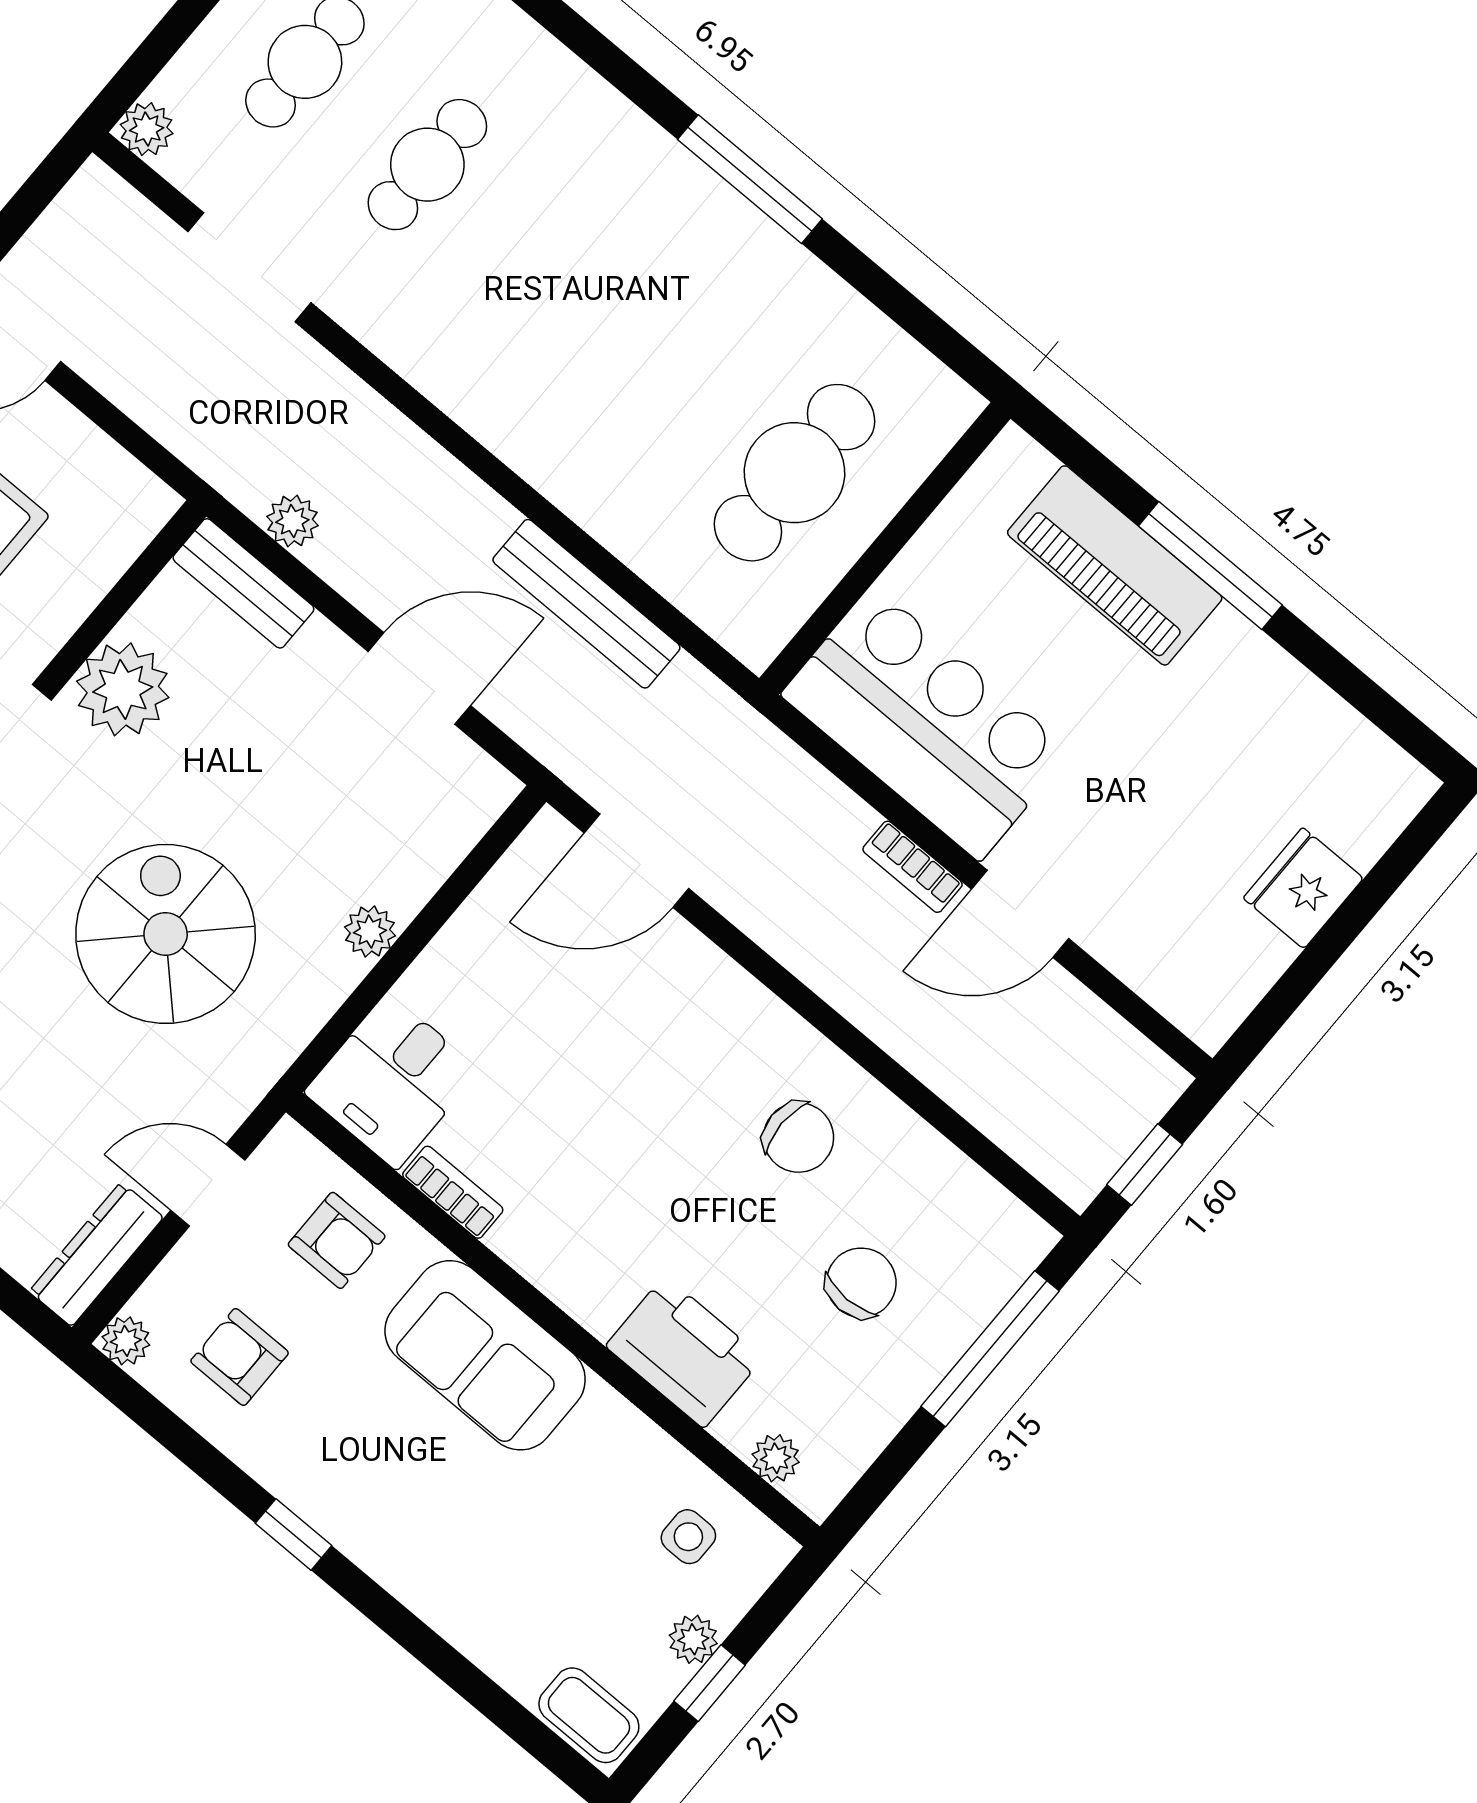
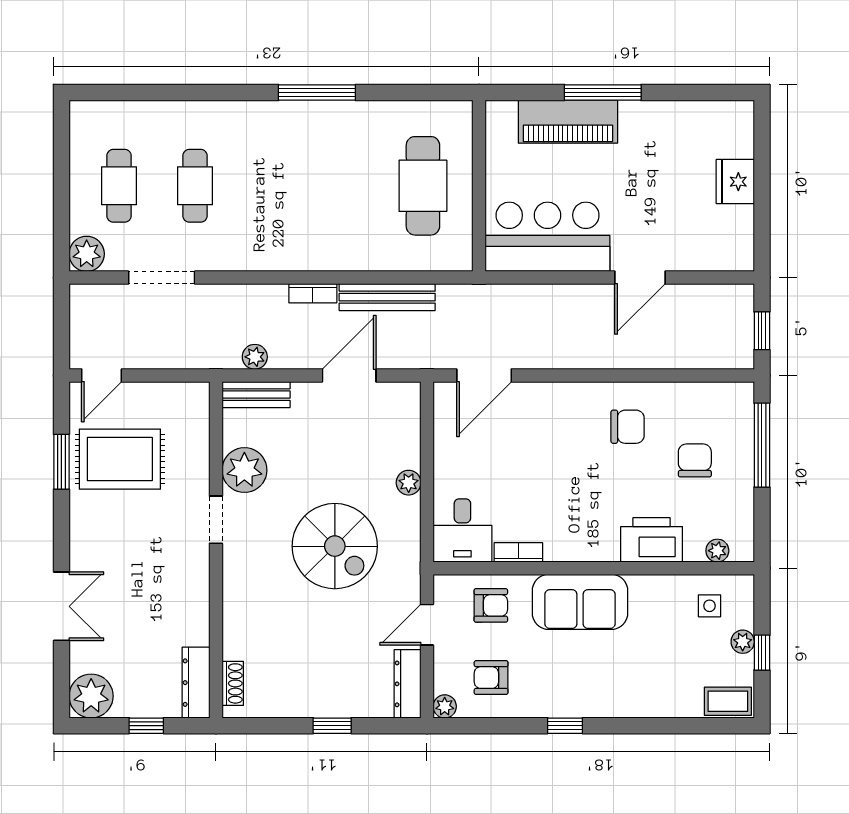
plant: (147, 129) -> (87, 254), width x1.38, depth x1.38
bookcase: (913, 867) -> (313, 293), moved
spiral stairs: (166, 934) -> (335, 546), turned 180

